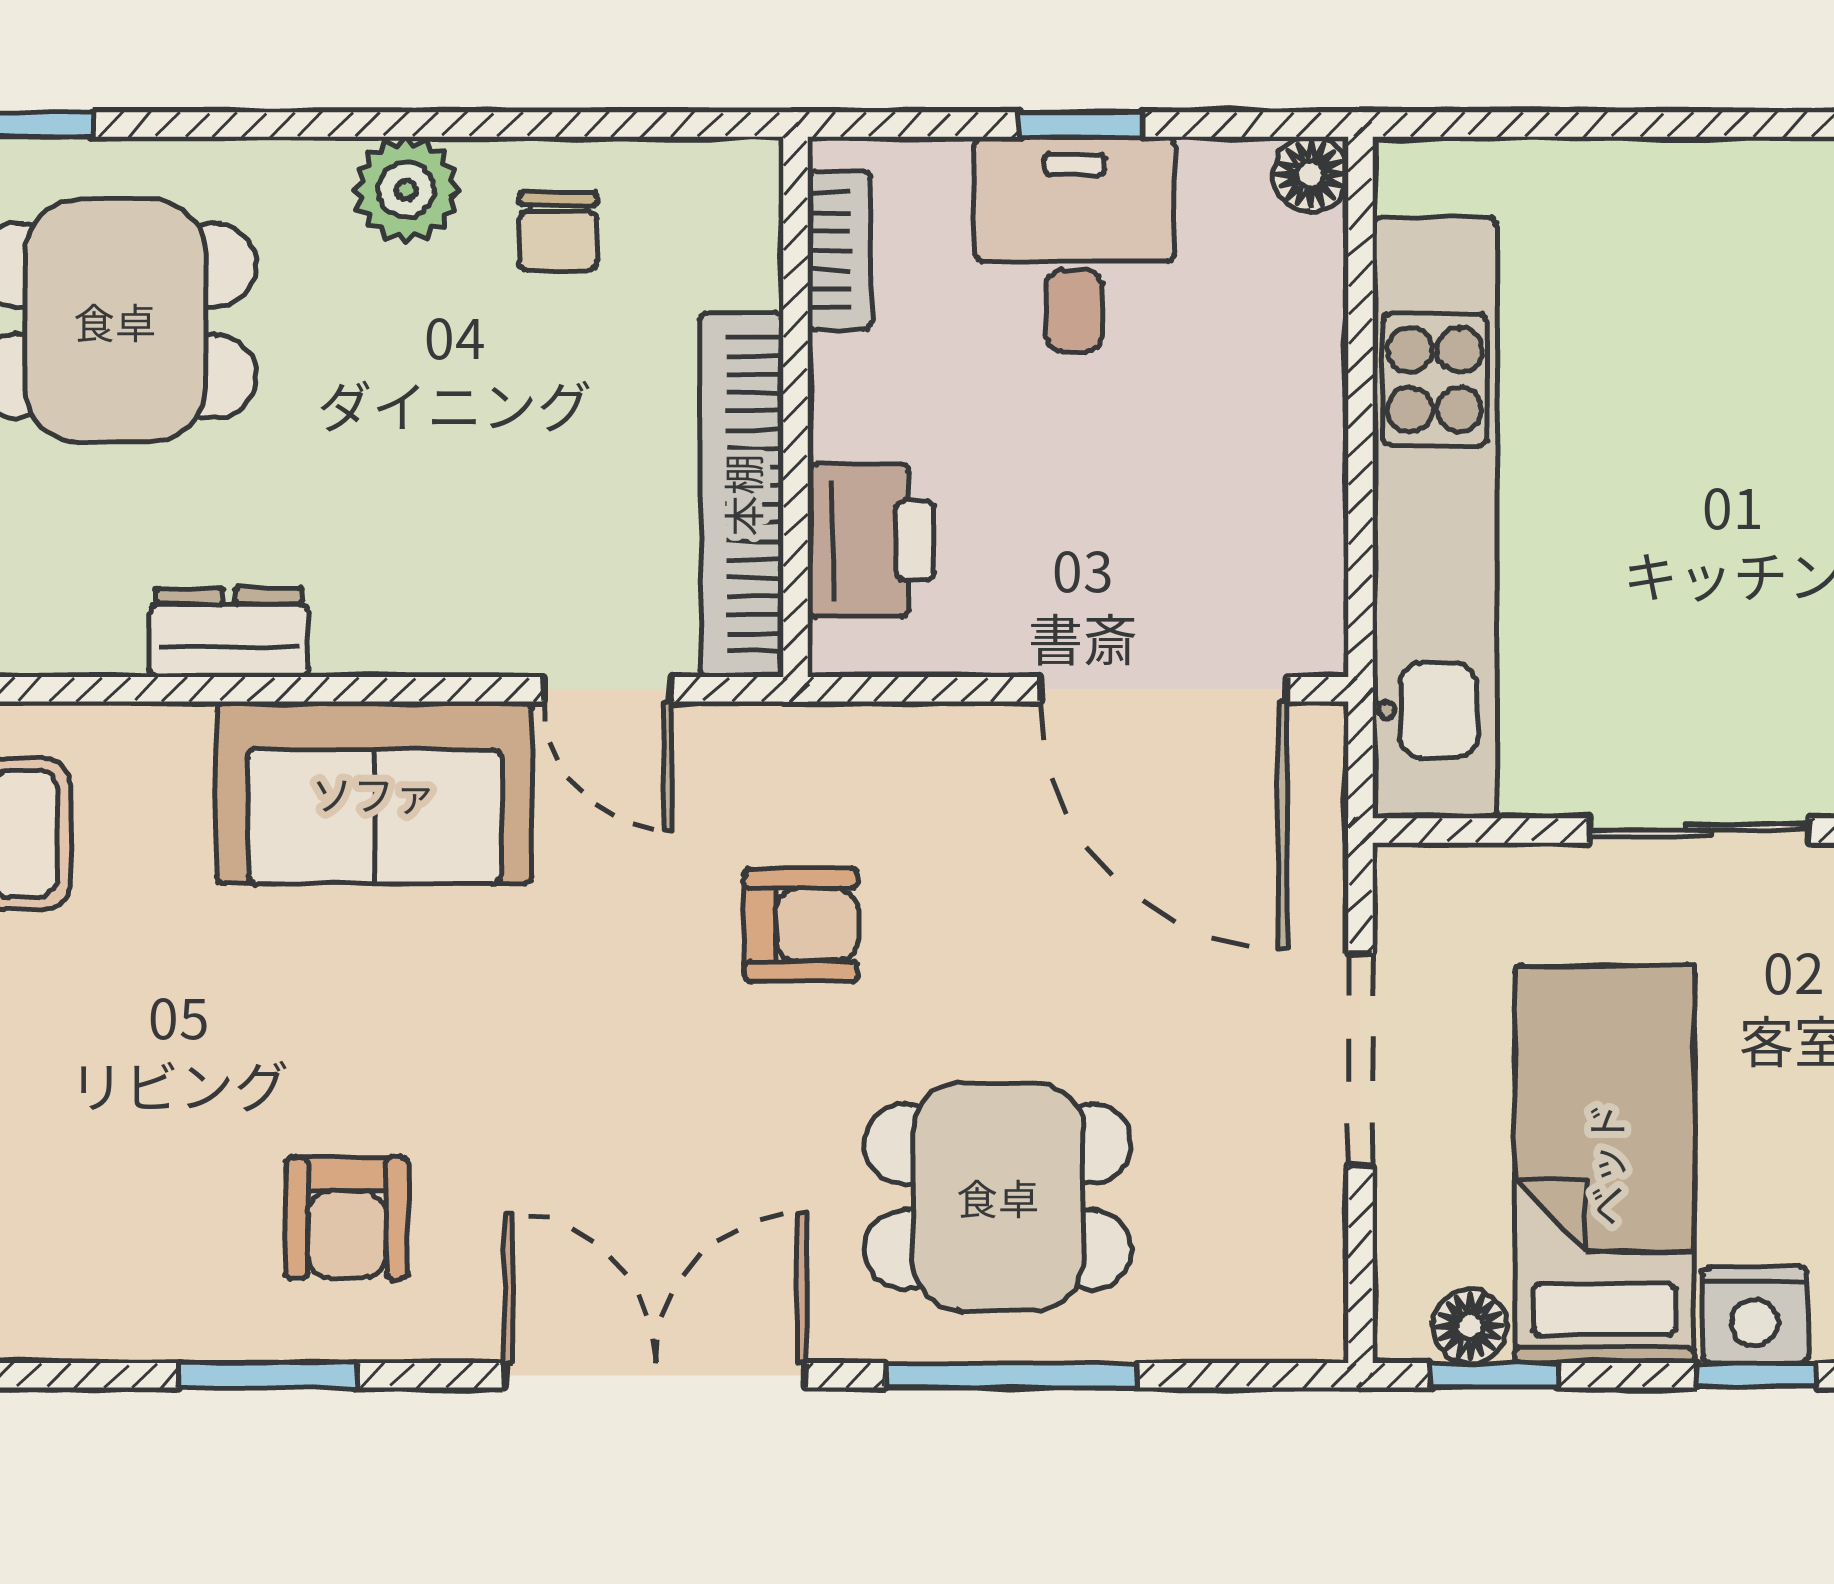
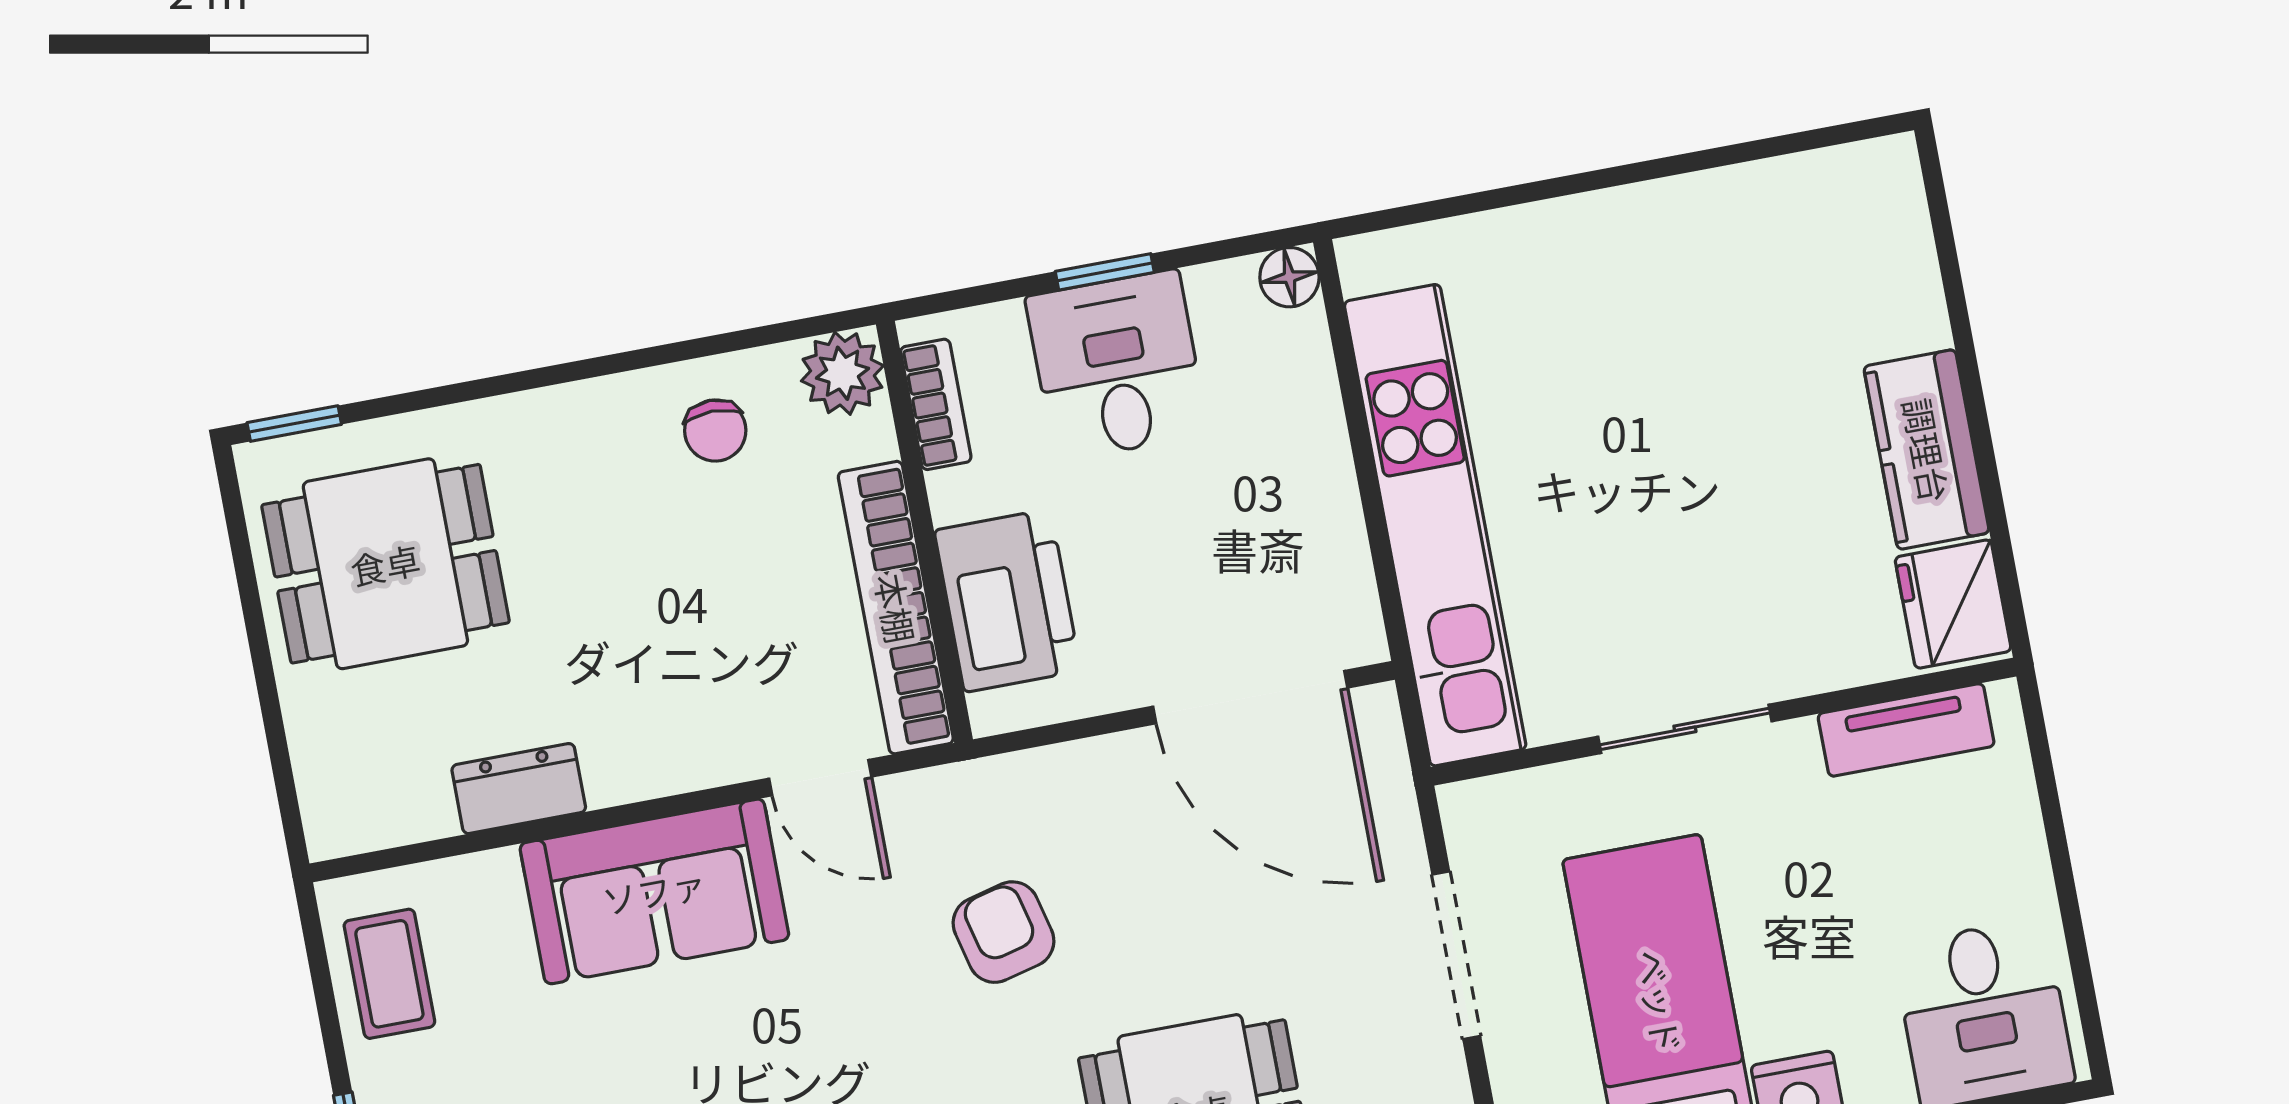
plant: (406, 190) -> (842, 373), moved
printer: (871, 541) -> (1007, 601), width x1.37, depth x1.19
armchair: (801, 925) -> (1003, 932), turned -104

